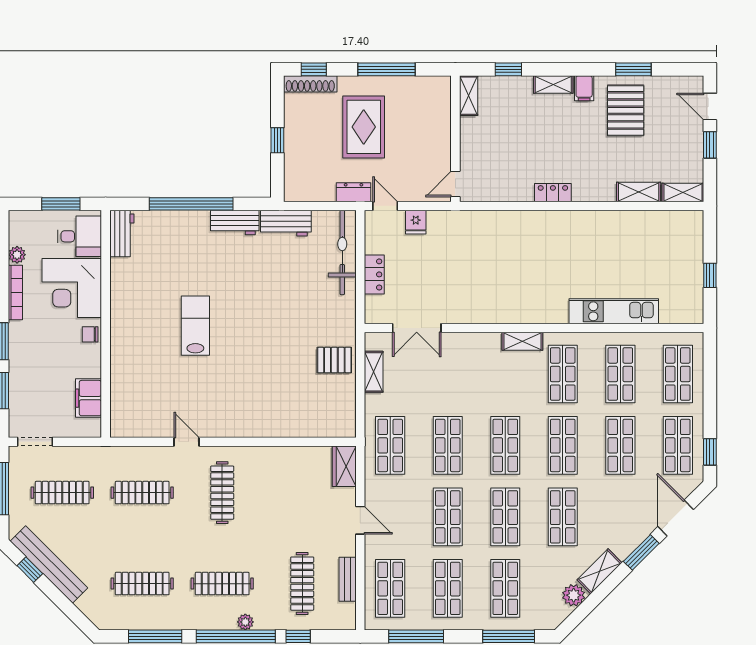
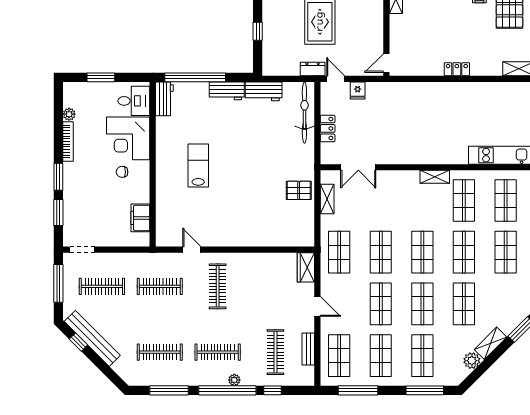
workbench: (122, 233) -> (164, 99), moved
desk: (80, 236) -> (134, 101), moved
corner desk: (72, 288) -> (128, 138), moved
wall: (106, 324) -> (153, 164), moved
filing cabinet: (89, 398) -> (140, 218), moved

